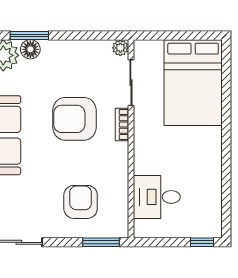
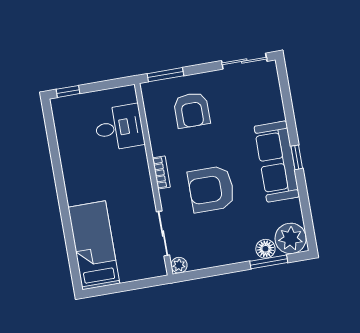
bed: (193, 83) -> (94, 245), width x0.67
armchair: (74, 119) -> (211, 189), turned 180
bookcase: (122, 125) -> (161, 173), moved

